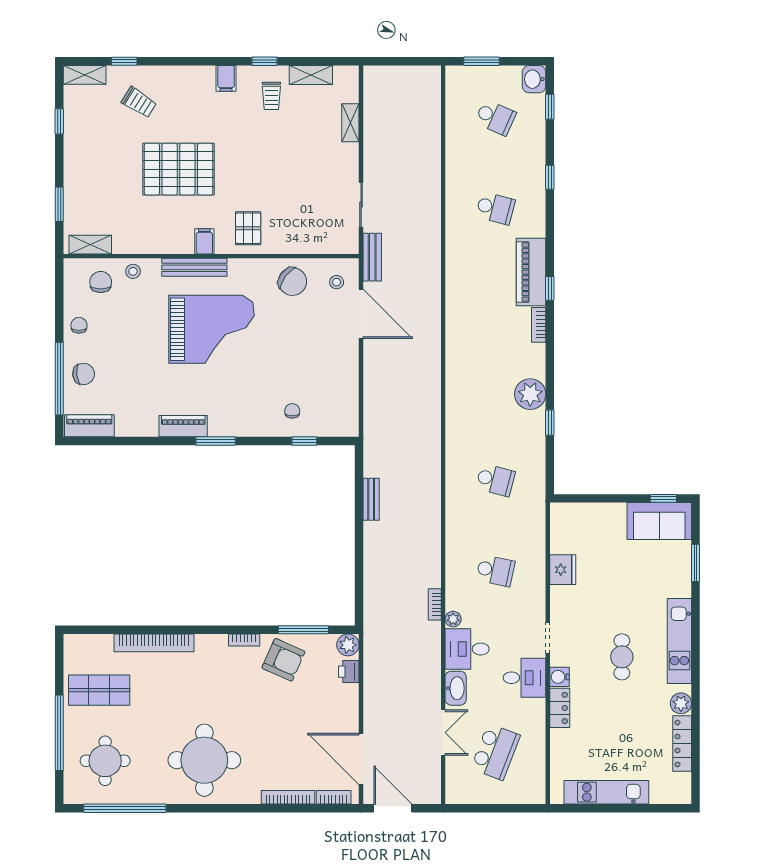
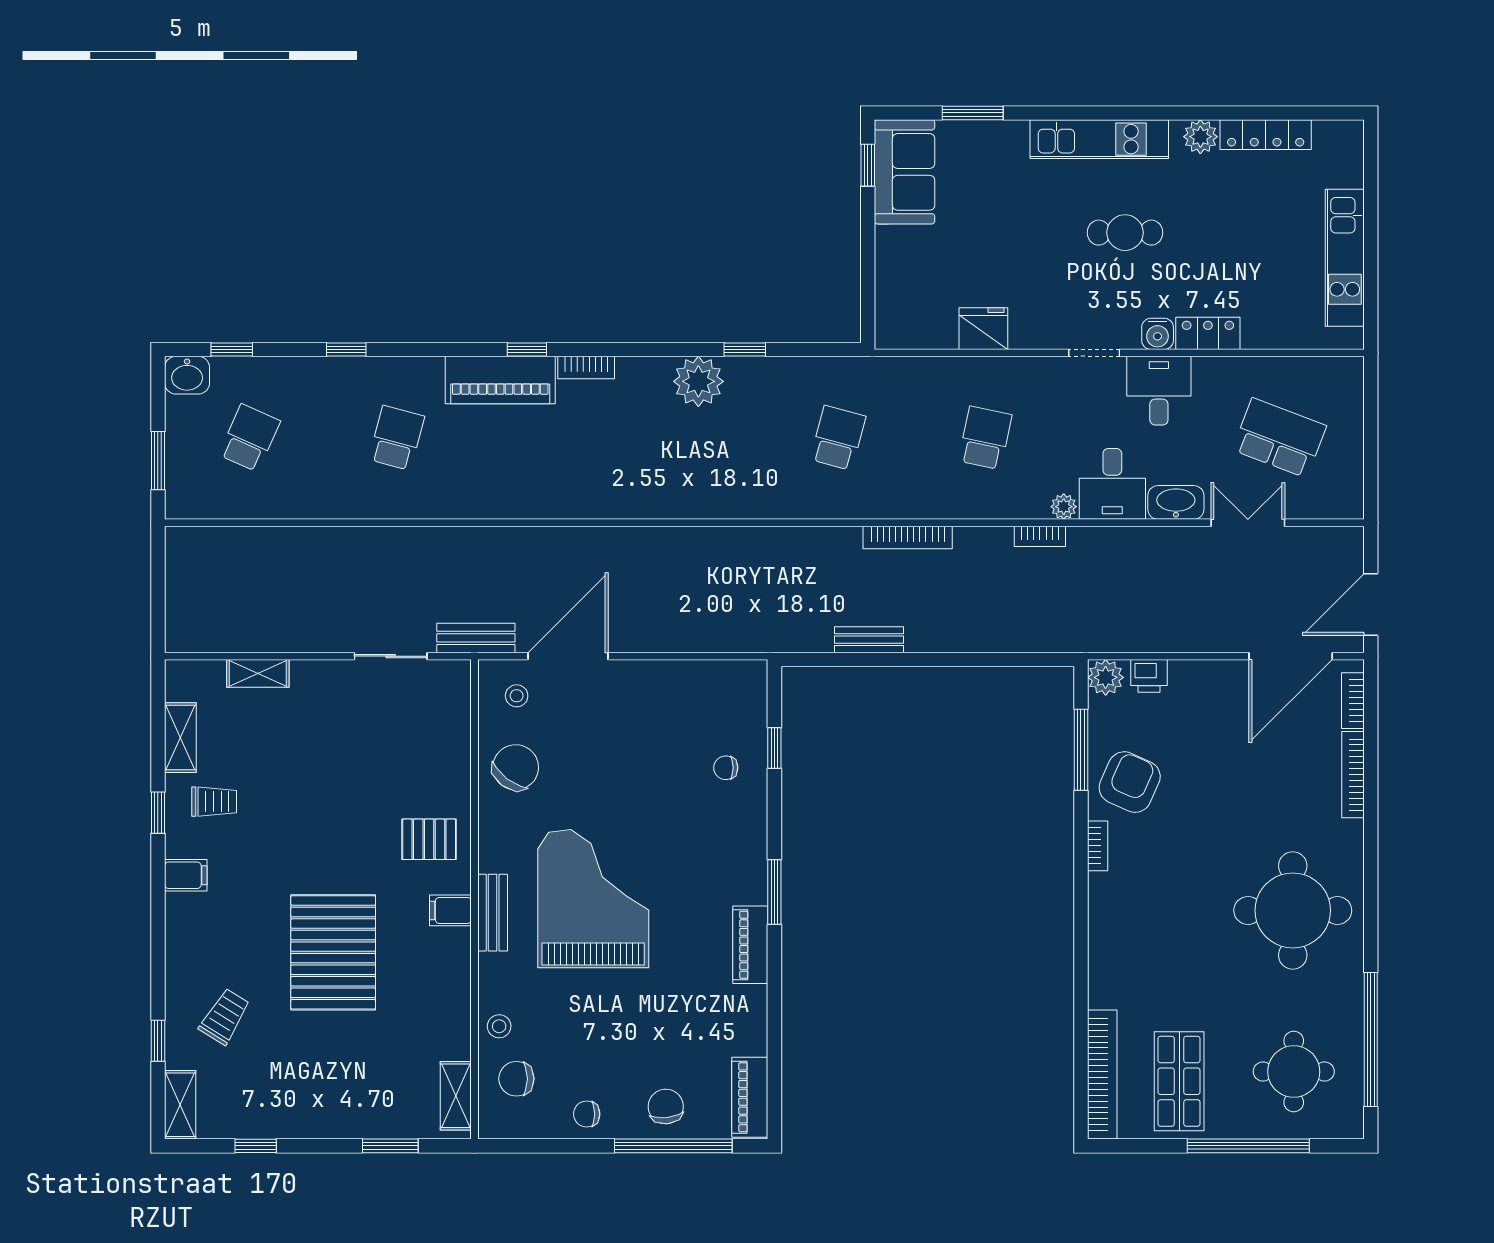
bench: (194, 267) -> (493, 913), width x0.73
bookcase: (434, 523) -> (908, 538), added
bookcase: (154, 643) -> (1102, 1075), moved

